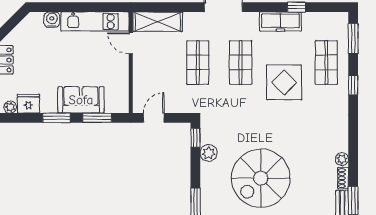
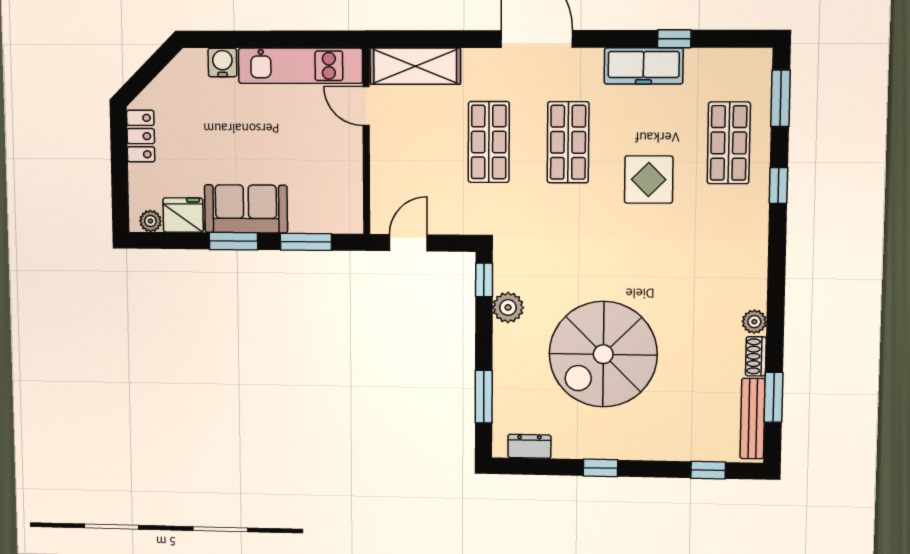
display table: (284, 82) -> (649, 180), width x0.73, depth x0.73
sofa: (81, 100) -> (246, 209), moved

